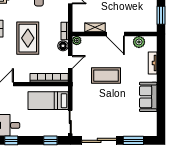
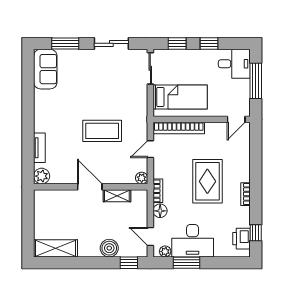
window: (161, 15) -> (28, 212), removed
plant: (139, 42) -> (42, 176), moved
floor lamp: (63, 46) -> (160, 211), moved
sofa: (148, 97) -> (45, 69), moved
window: (11, 140) -> (209, 43), moved
sliding door: (99, 140) -> (111, 43), width x0.73

